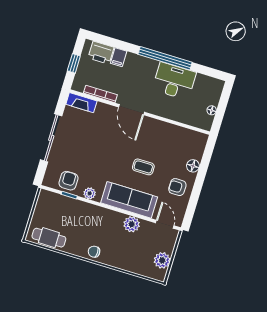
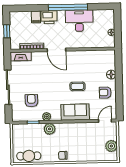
printer: (101, 53) -> (49, 17), moved
armchair: (69, 181) -> (31, 101), moved
sofa: (129, 200) -> (75, 112), width x0.73
plant: (132, 224) -> (50, 129), moved
door: (165, 224) -> (105, 121), hinge flipped

